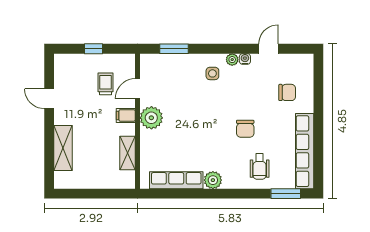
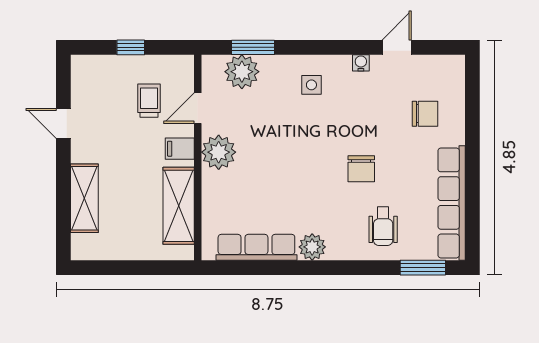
plant: (232, 60) -> (242, 72), moved, width x1.88, depth x1.88
shelving: (128, 153) -> (179, 206), width x1.50, depth x1.33

